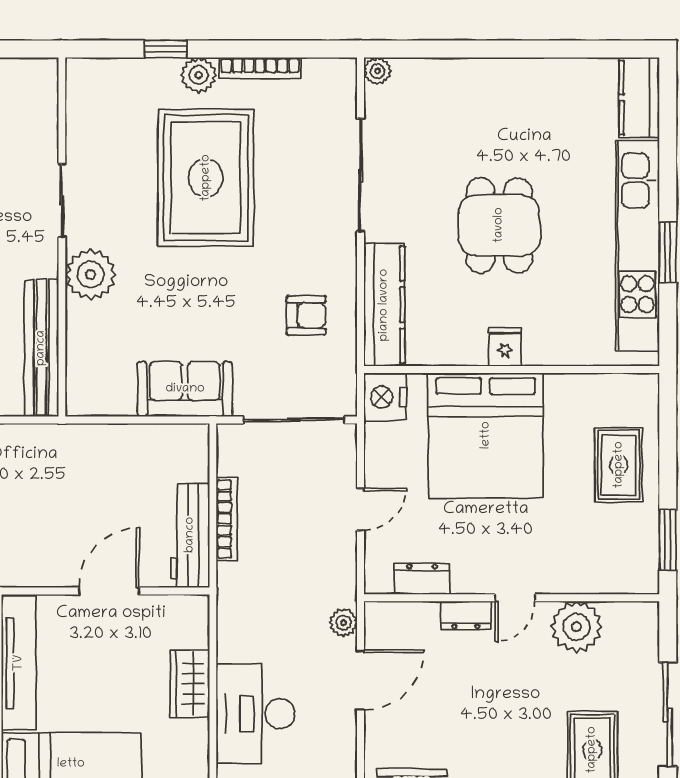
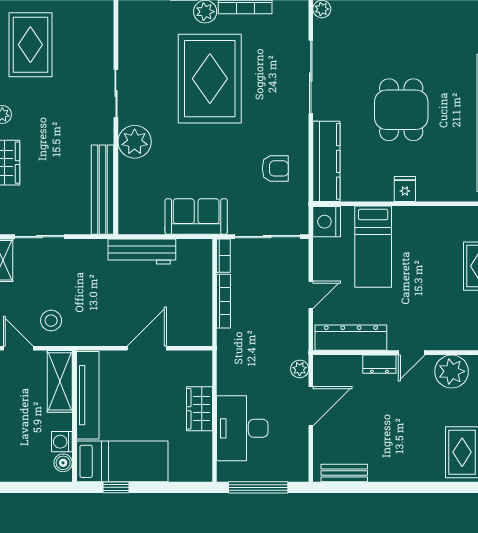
bed: (486, 435) -> (373, 247), width x0.49
bookcase: (227, 449) -> (223, 256), added
workbench: (190, 535) -> (142, 251), moved, turned -90
dresser: (422, 579) -> (351, 338), width x1.96, depth x1.24

